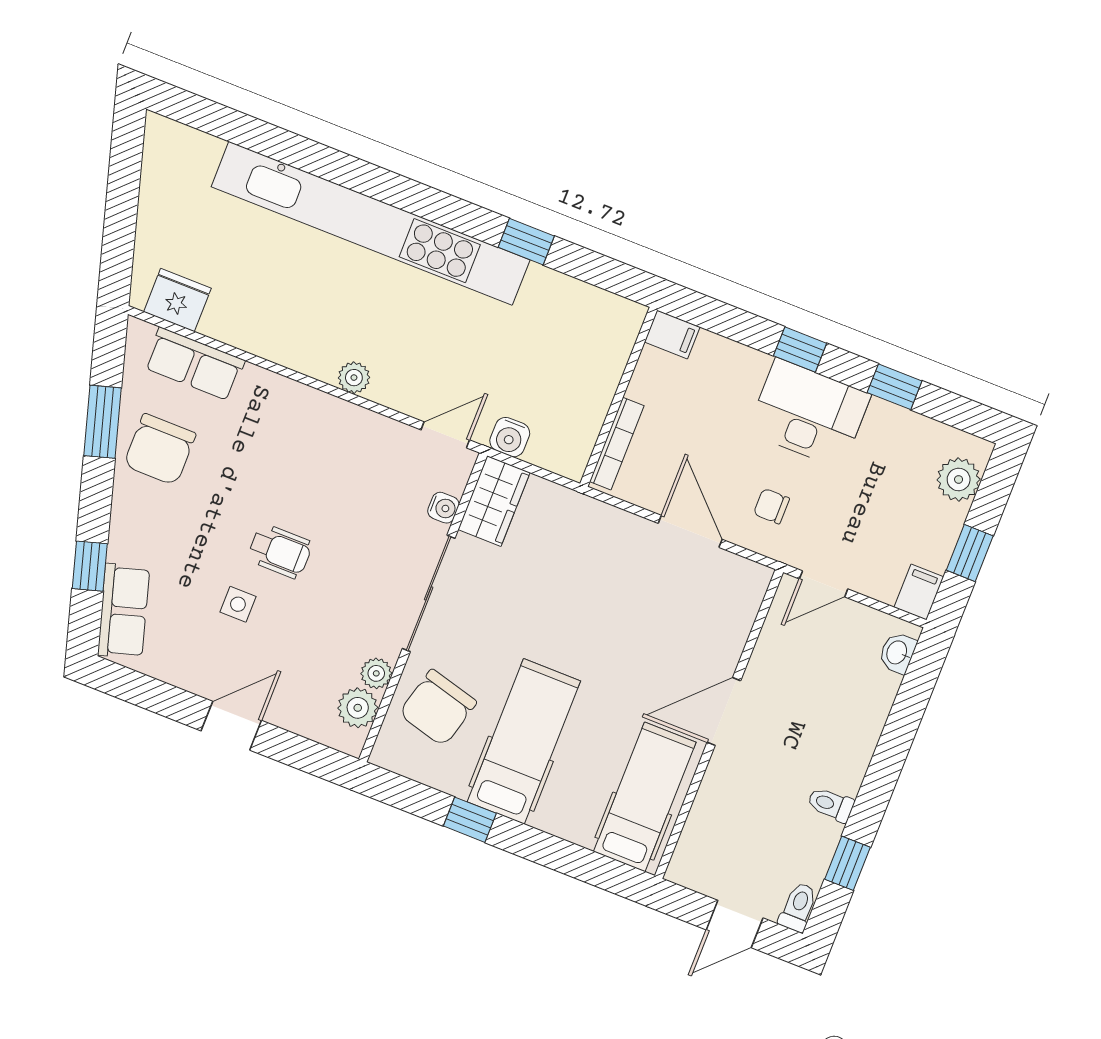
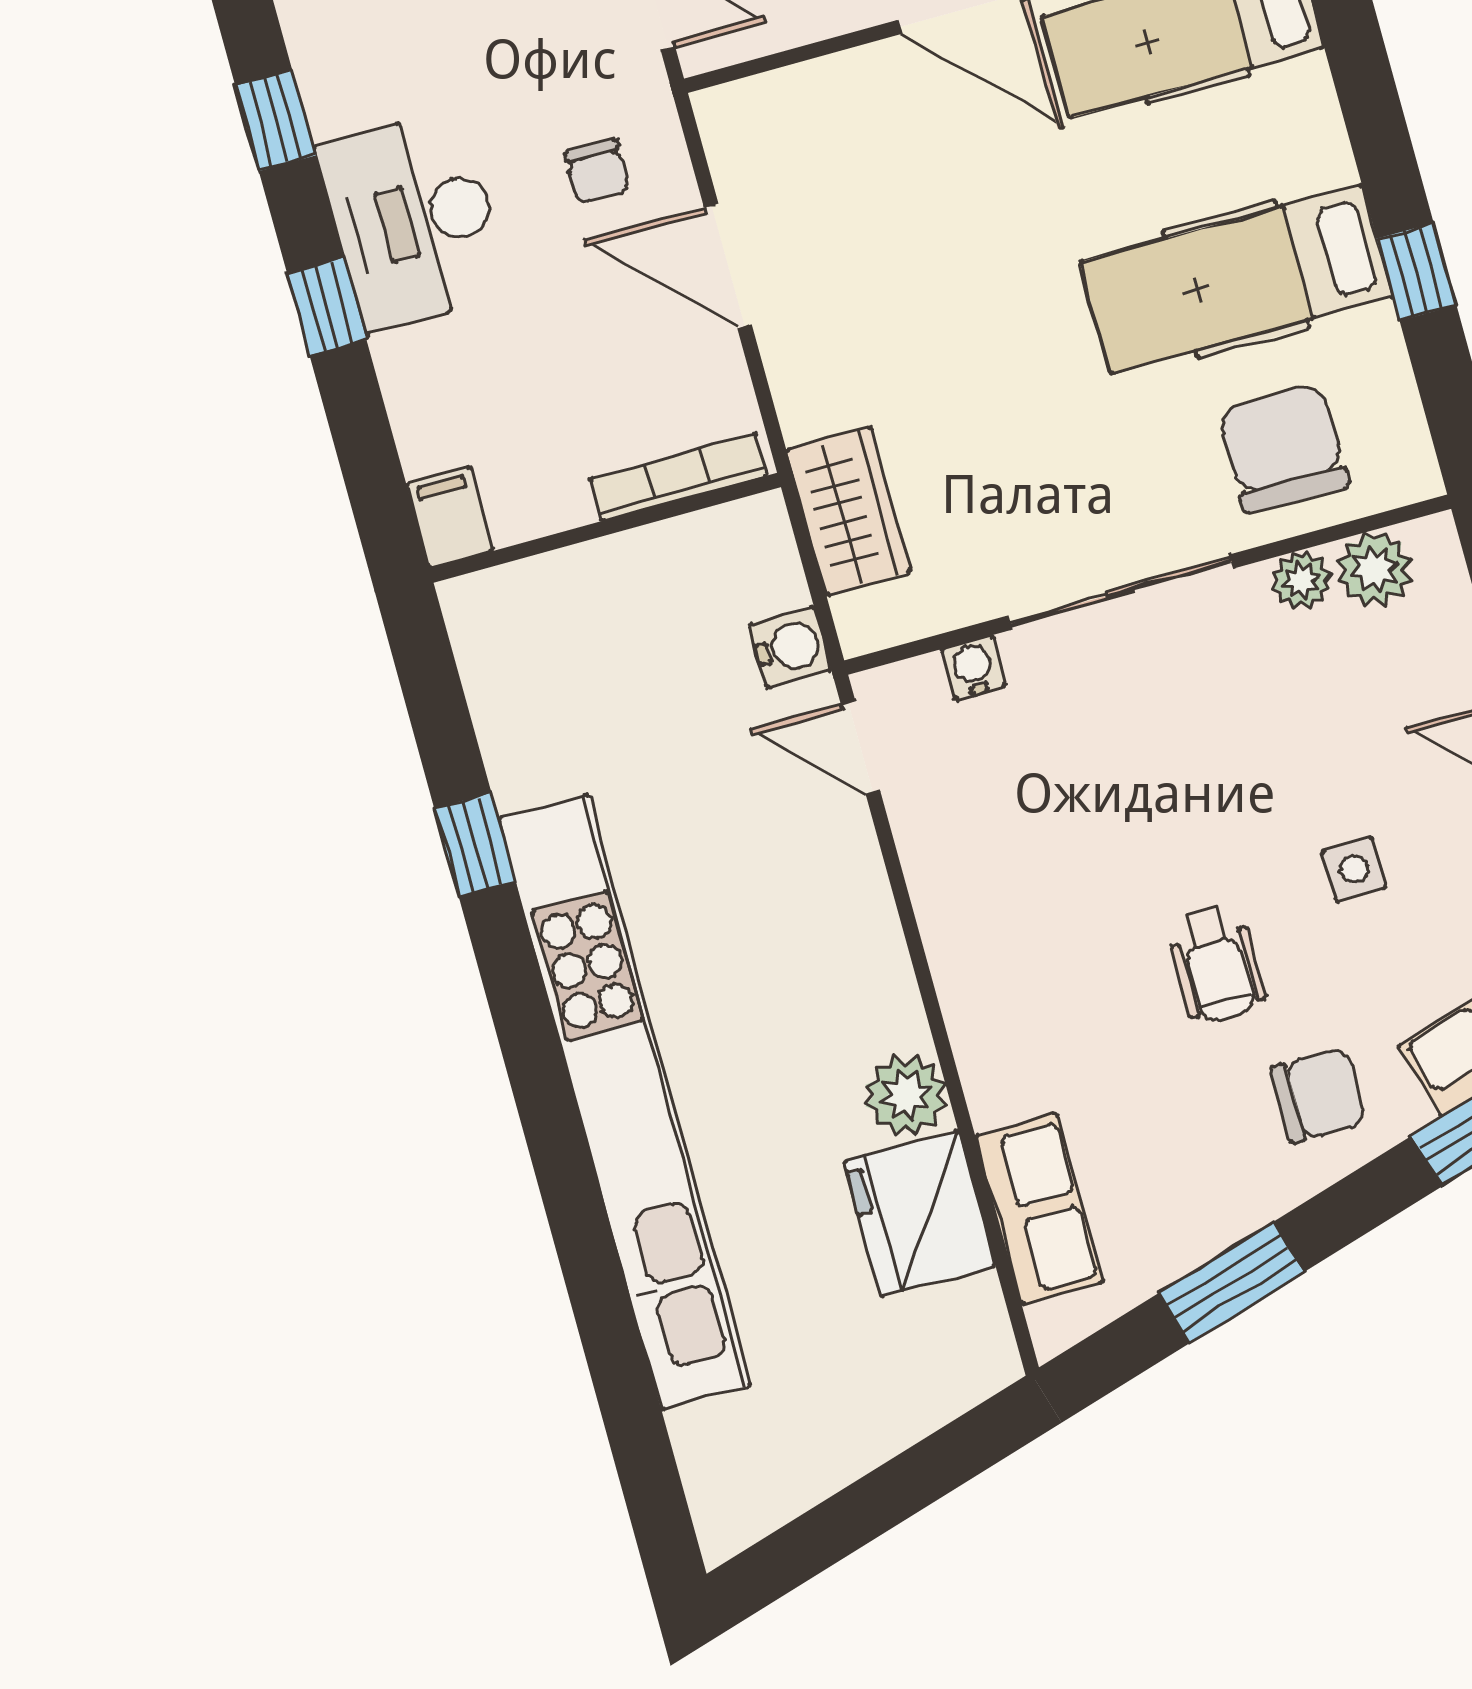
fridge: (177, 300) -> (919, 1214), moved, width x1.36, depth x1.34
plant: (354, 378) -> (906, 1095), moved, width x1.38, depth x1.38
chair: (160, 449) -> (1318, 1095), moved, width x0.73, depth x0.73
wardrobe: (494, 501) -> (848, 511), moved, turned 90
door: (690, 531) -> (728, 266), hinge flipped
wheelchair: (280, 551) -> (1216, 964), moved, turned 180
chair: (438, 708) -> (1283, 448), turned -105

